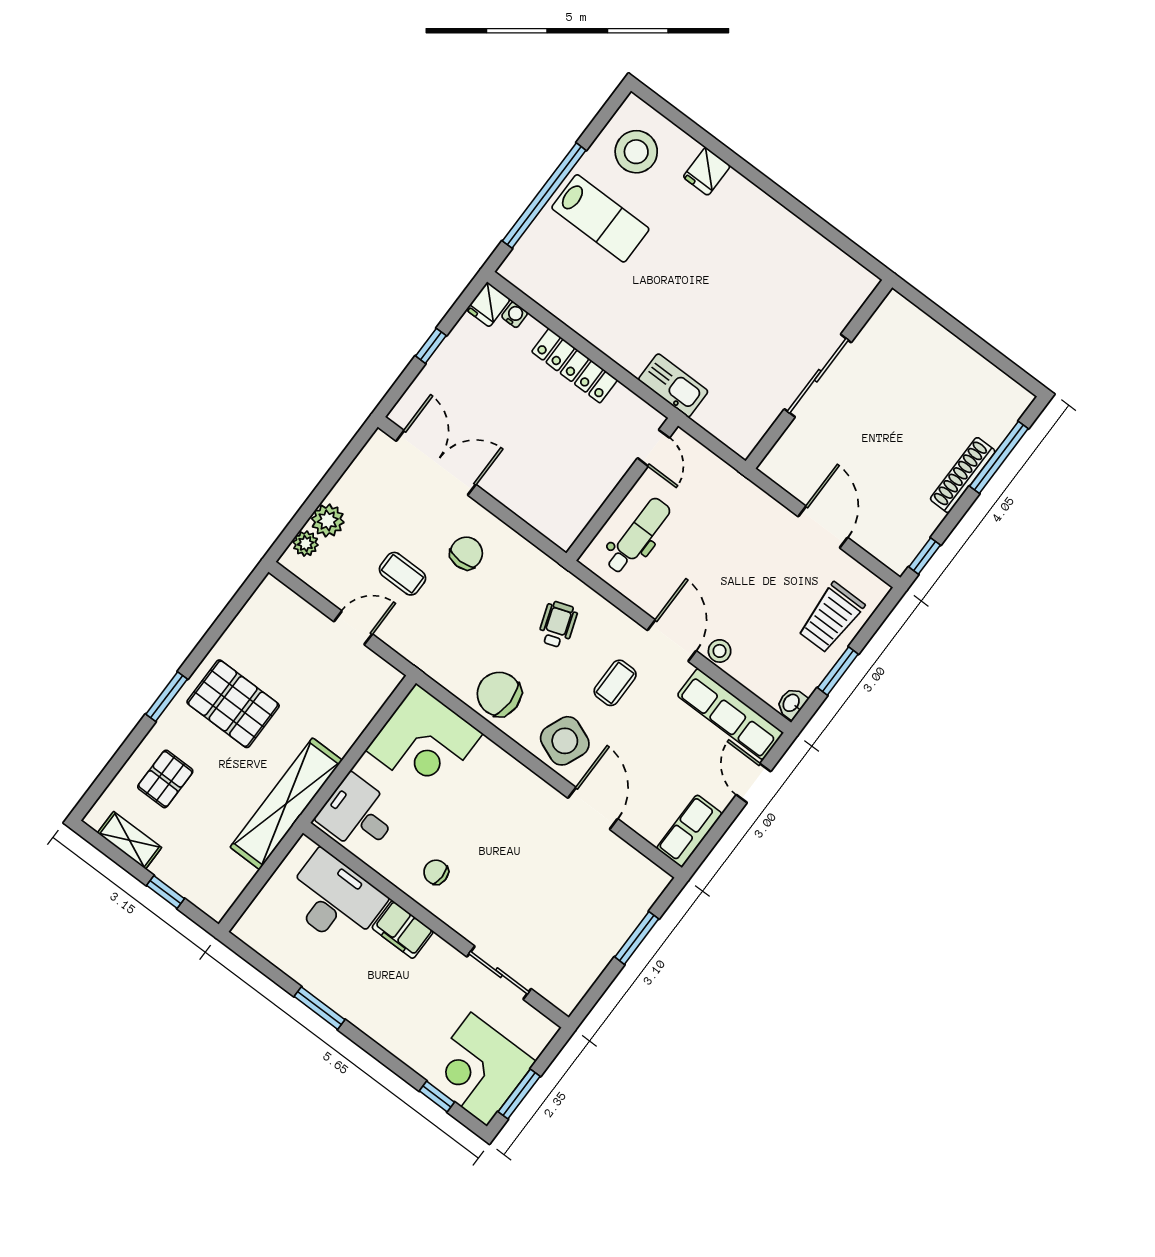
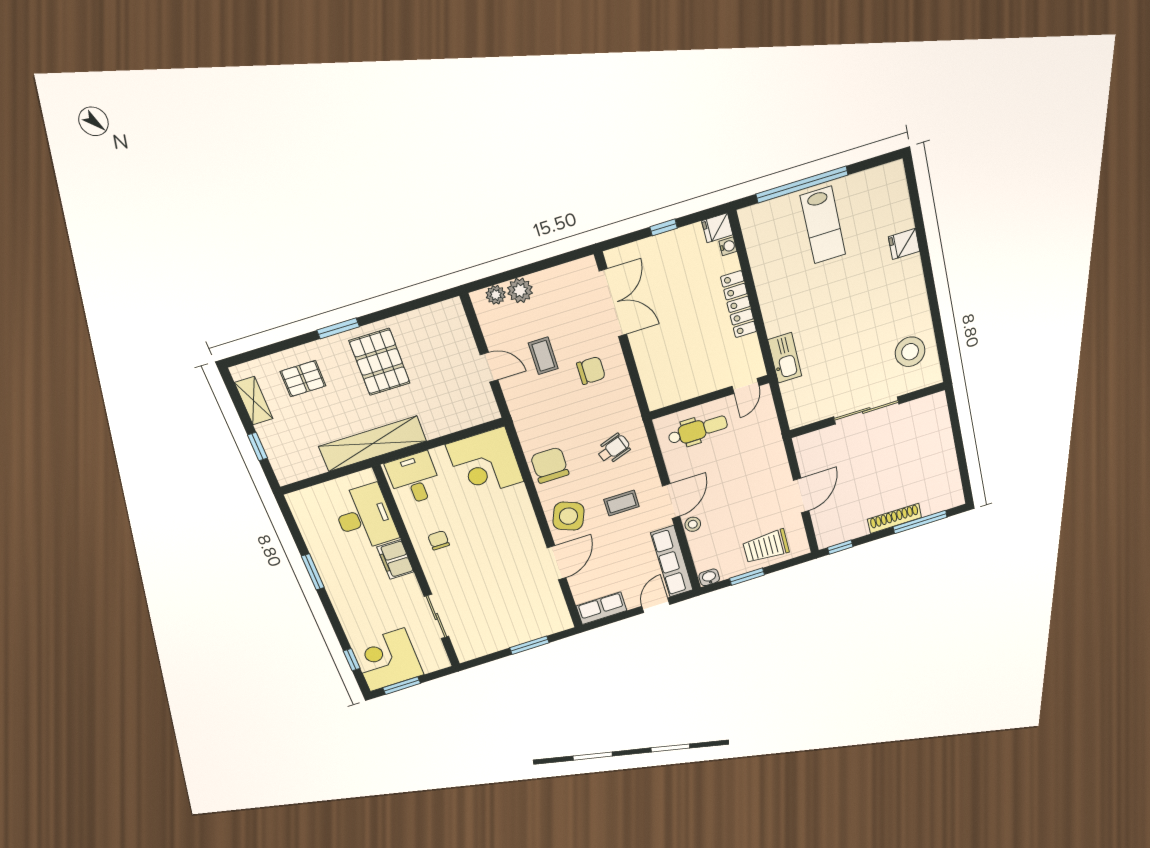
stool: (636, 152) -> (910, 352), moved

